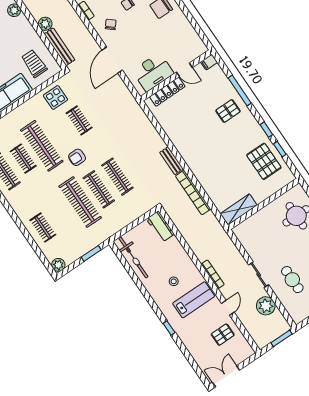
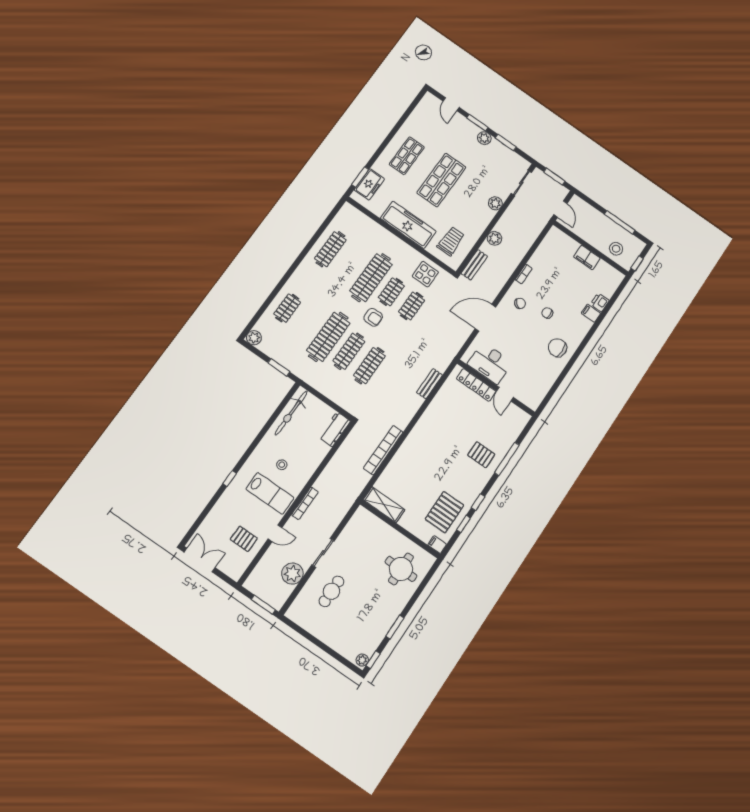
bench: (59, 47) -> (474, 265), width x0.73
filing cabinet: (209, 62) -> (437, 545), moved
armchair: (77, 157) -> (373, 317), turned 180
clothes rail: (23, 159) -> (391, 292), moved
bench: (172, 161) -> (430, 384), moved

